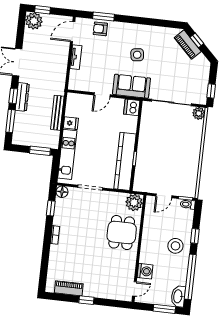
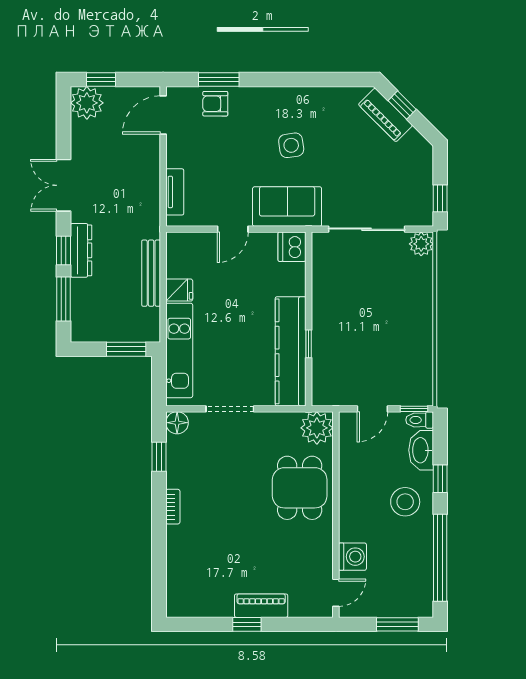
tv unit: (76, 57) -> (175, 192), moved
piano: (69, 288) -> (261, 606), moved
washbasin: (178, 296) -> (421, 450), moved

